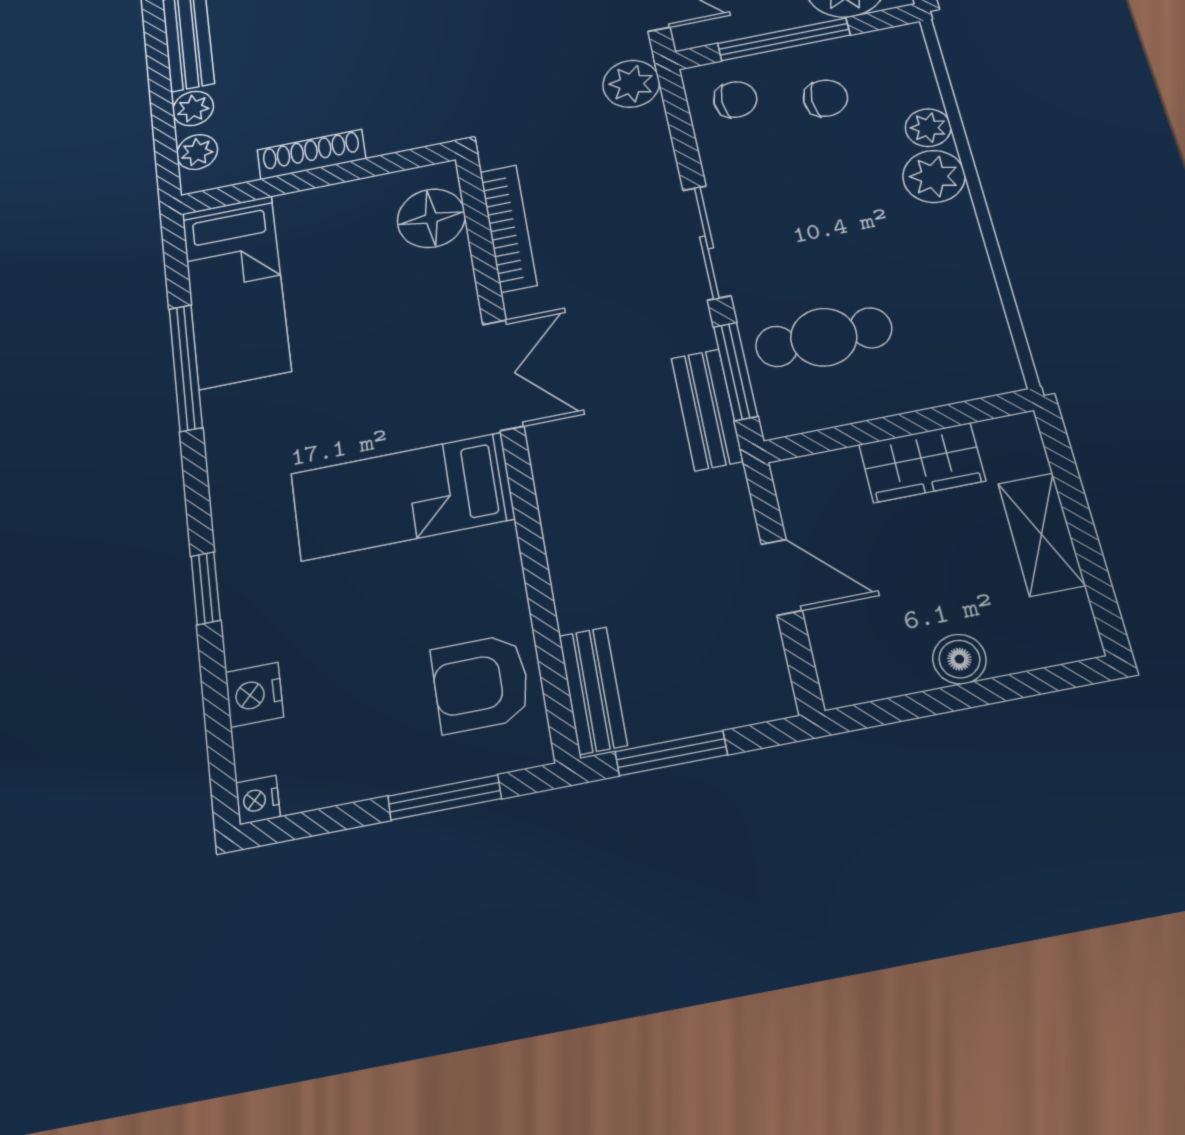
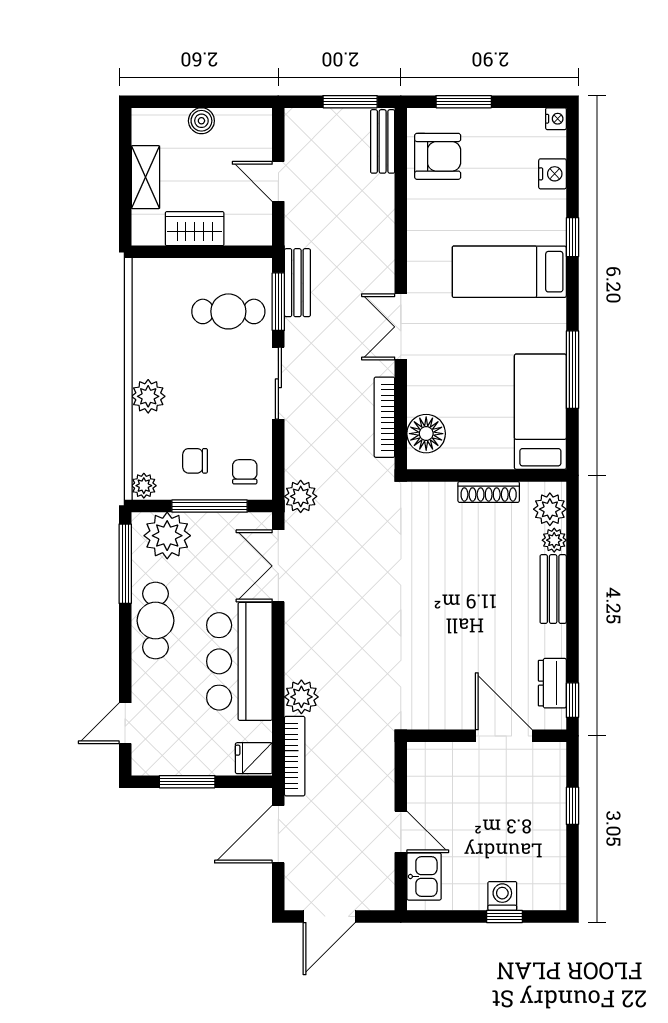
chair: (735, 100) -> (245, 472), turned 91
plant: (928, 128) -> (144, 486), moved
plant: (197, 152) -> (550, 509), width x1.38, depth x1.38
bed: (402, 496) -> (509, 272), moved, turned 180

